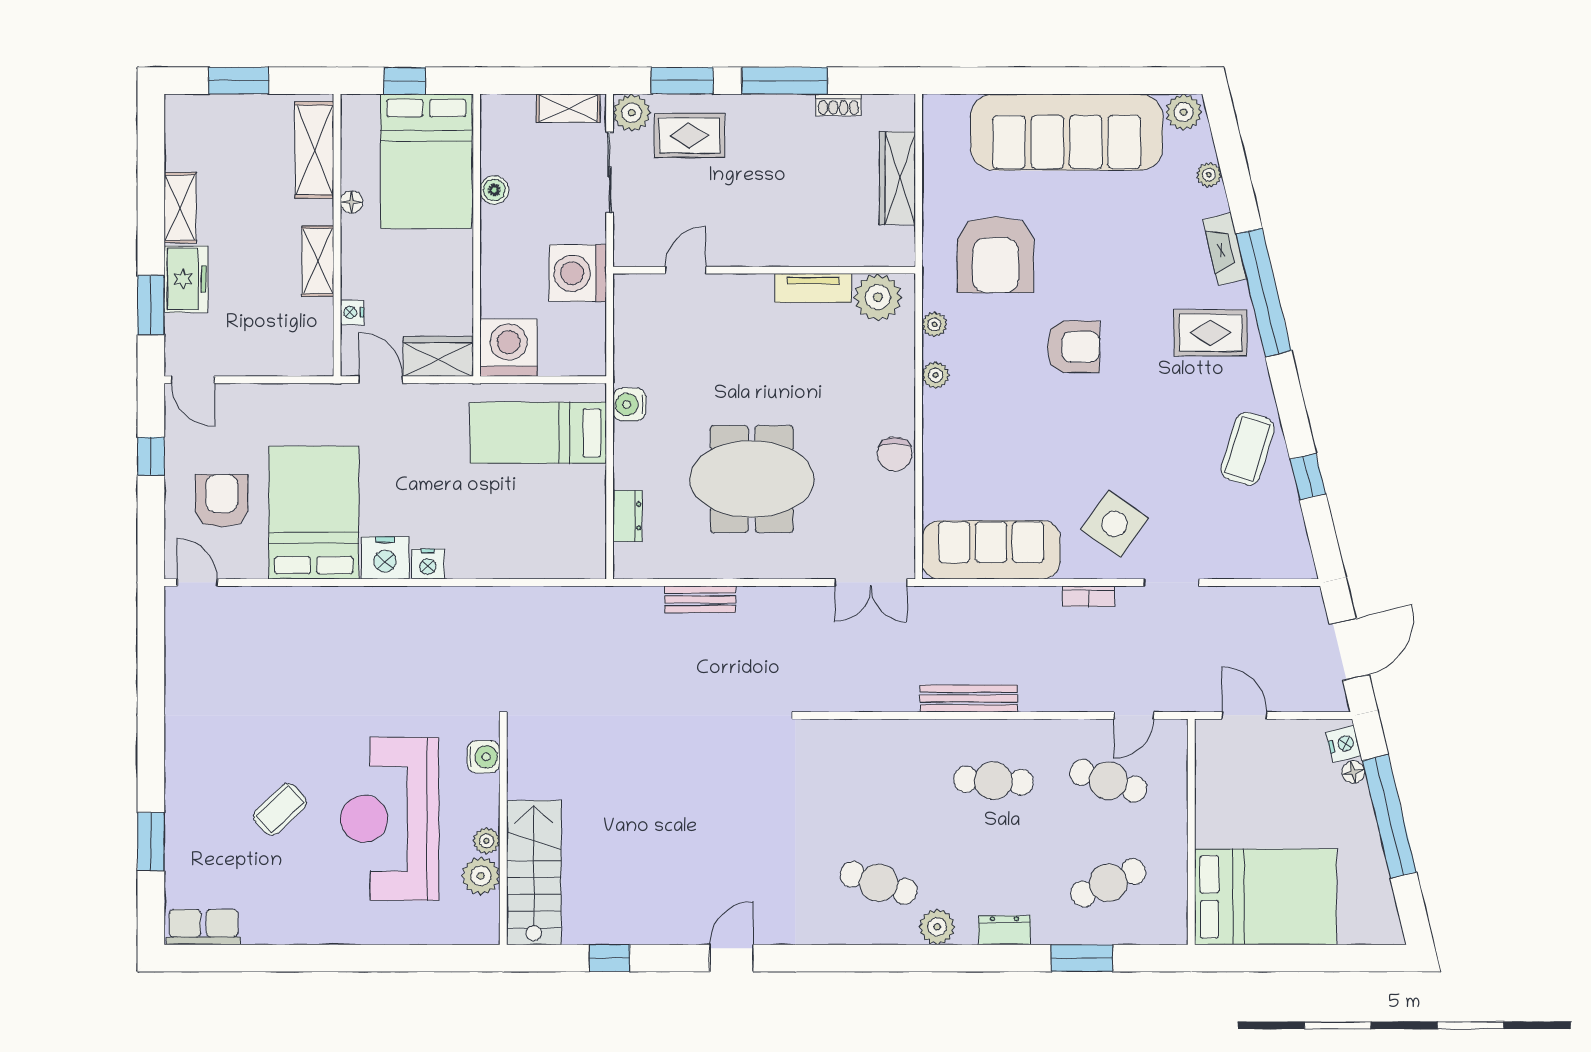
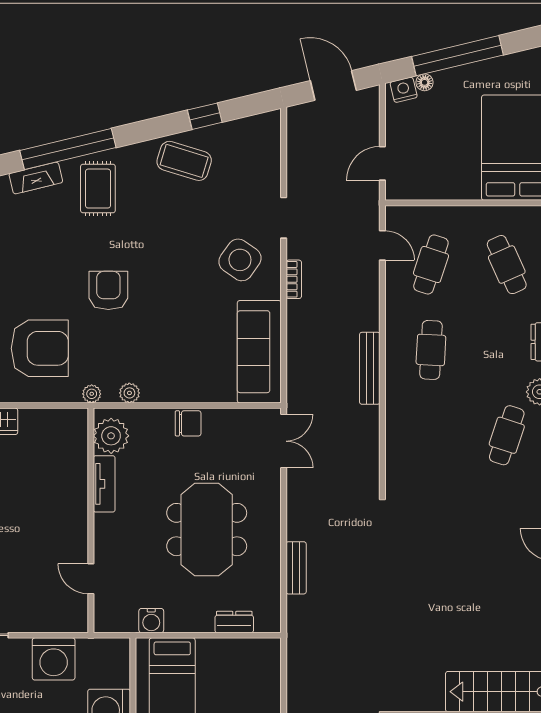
door: (686, 270) -> (91, 579), moved
wall: (764, 270) -> (91, 520), moved
tv unit: (813, 288) -> (104, 484), moved
plant: (878, 297) -> (111, 436), moved

